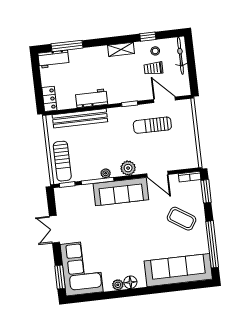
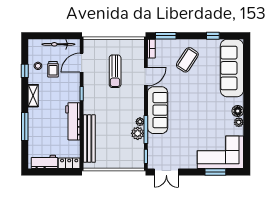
window: (67, 46) -> (25, 126), moved
bicycle: (180, 56) -> (58, 44), moved
workbench: (54, 59) -> (44, 162), moved, turned -90
workbench: (91, 98) -> (73, 121), width x1.38
sun lounger: (152, 125) -> (115, 71), moved
sun lounger: (62, 161) -> (125, 158), removed
plant: (128, 168) -> (138, 133), moved
double door: (54, 229) -> (166, 172), moved
window: (212, 244) -> (213, 36), width x0.32
window: (60, 277) -> (215, 172), moved

